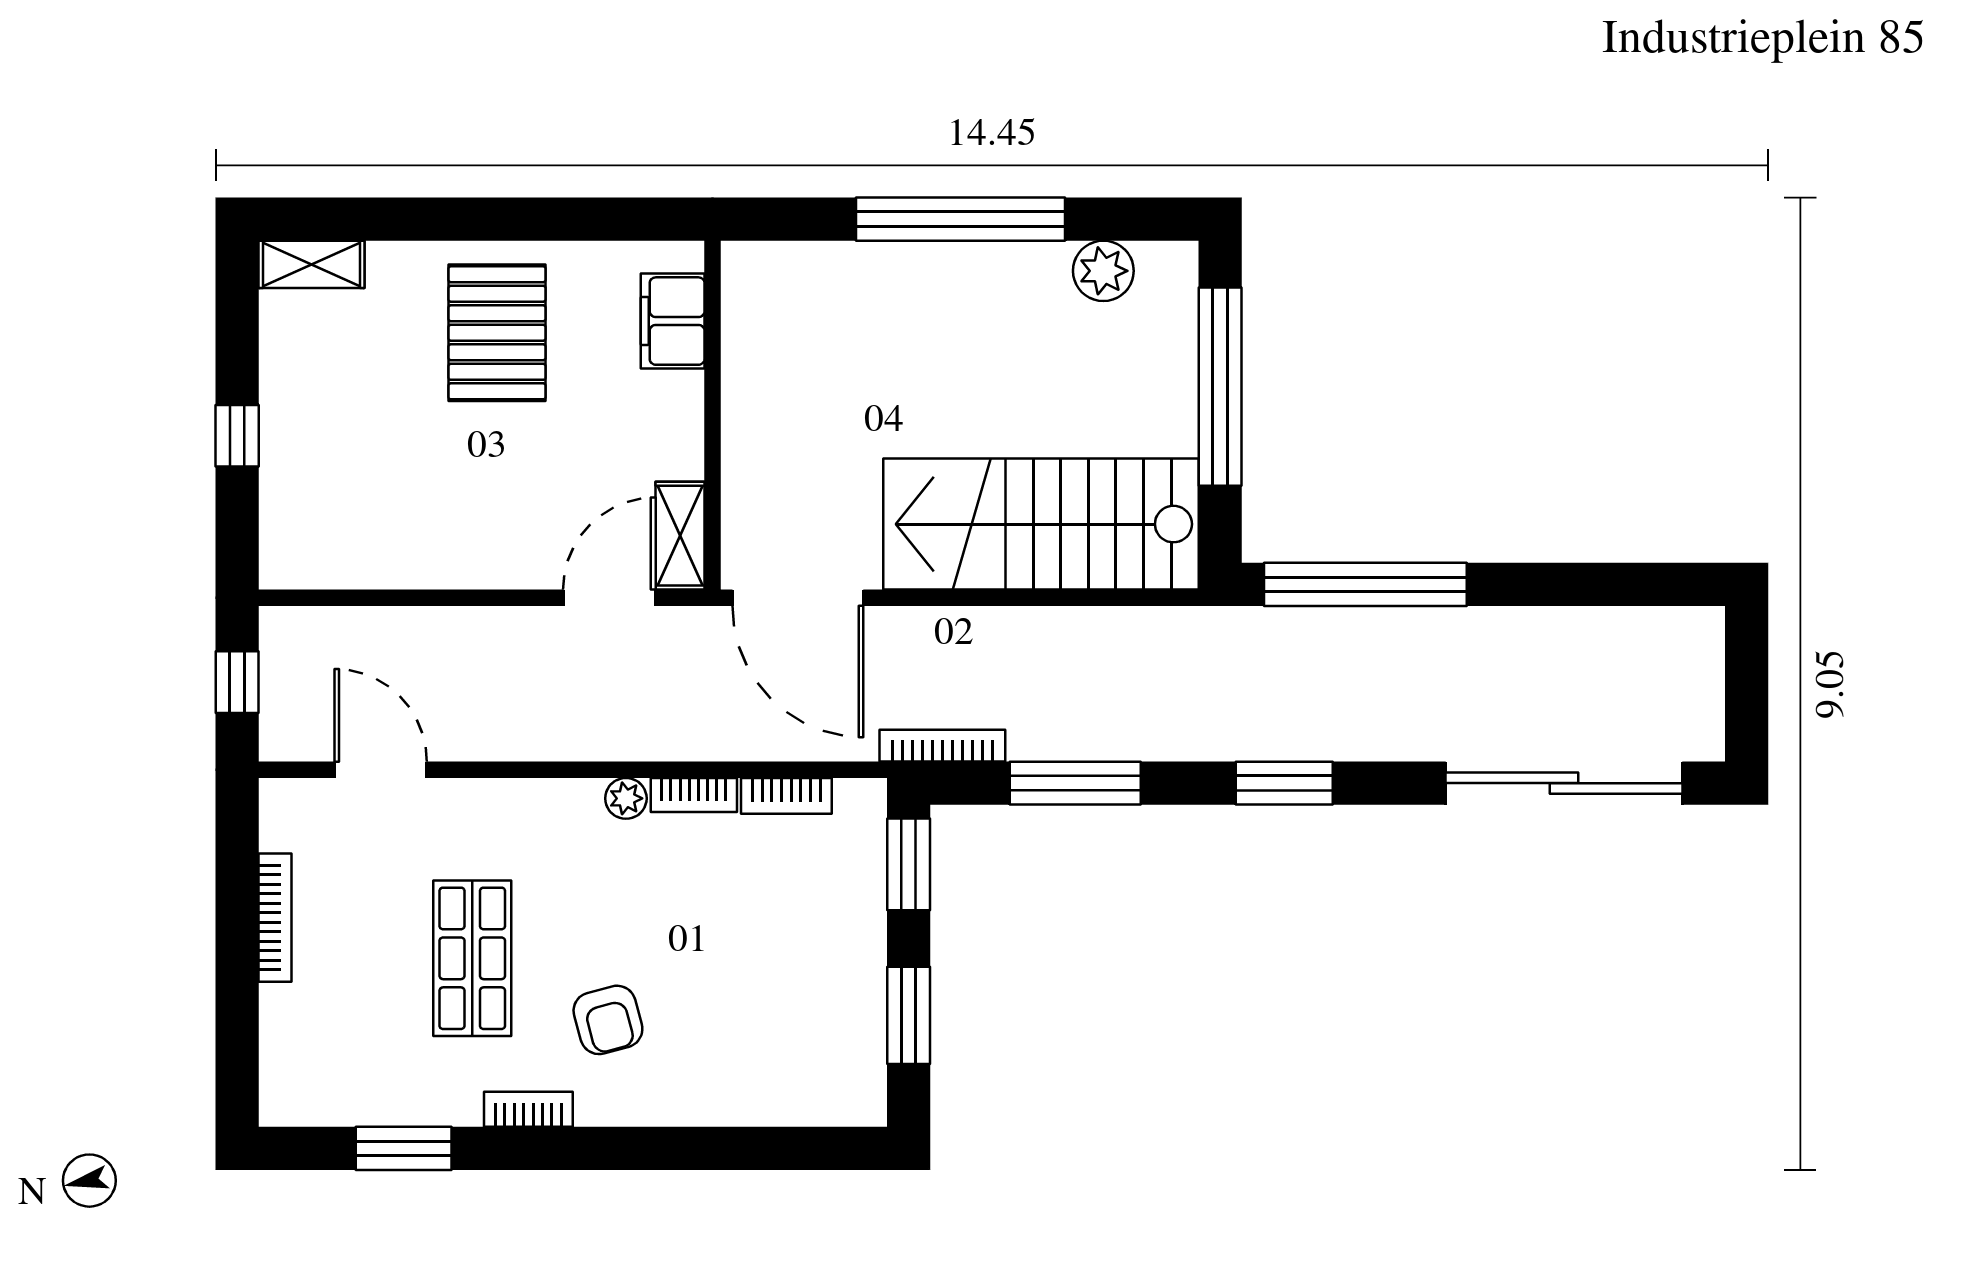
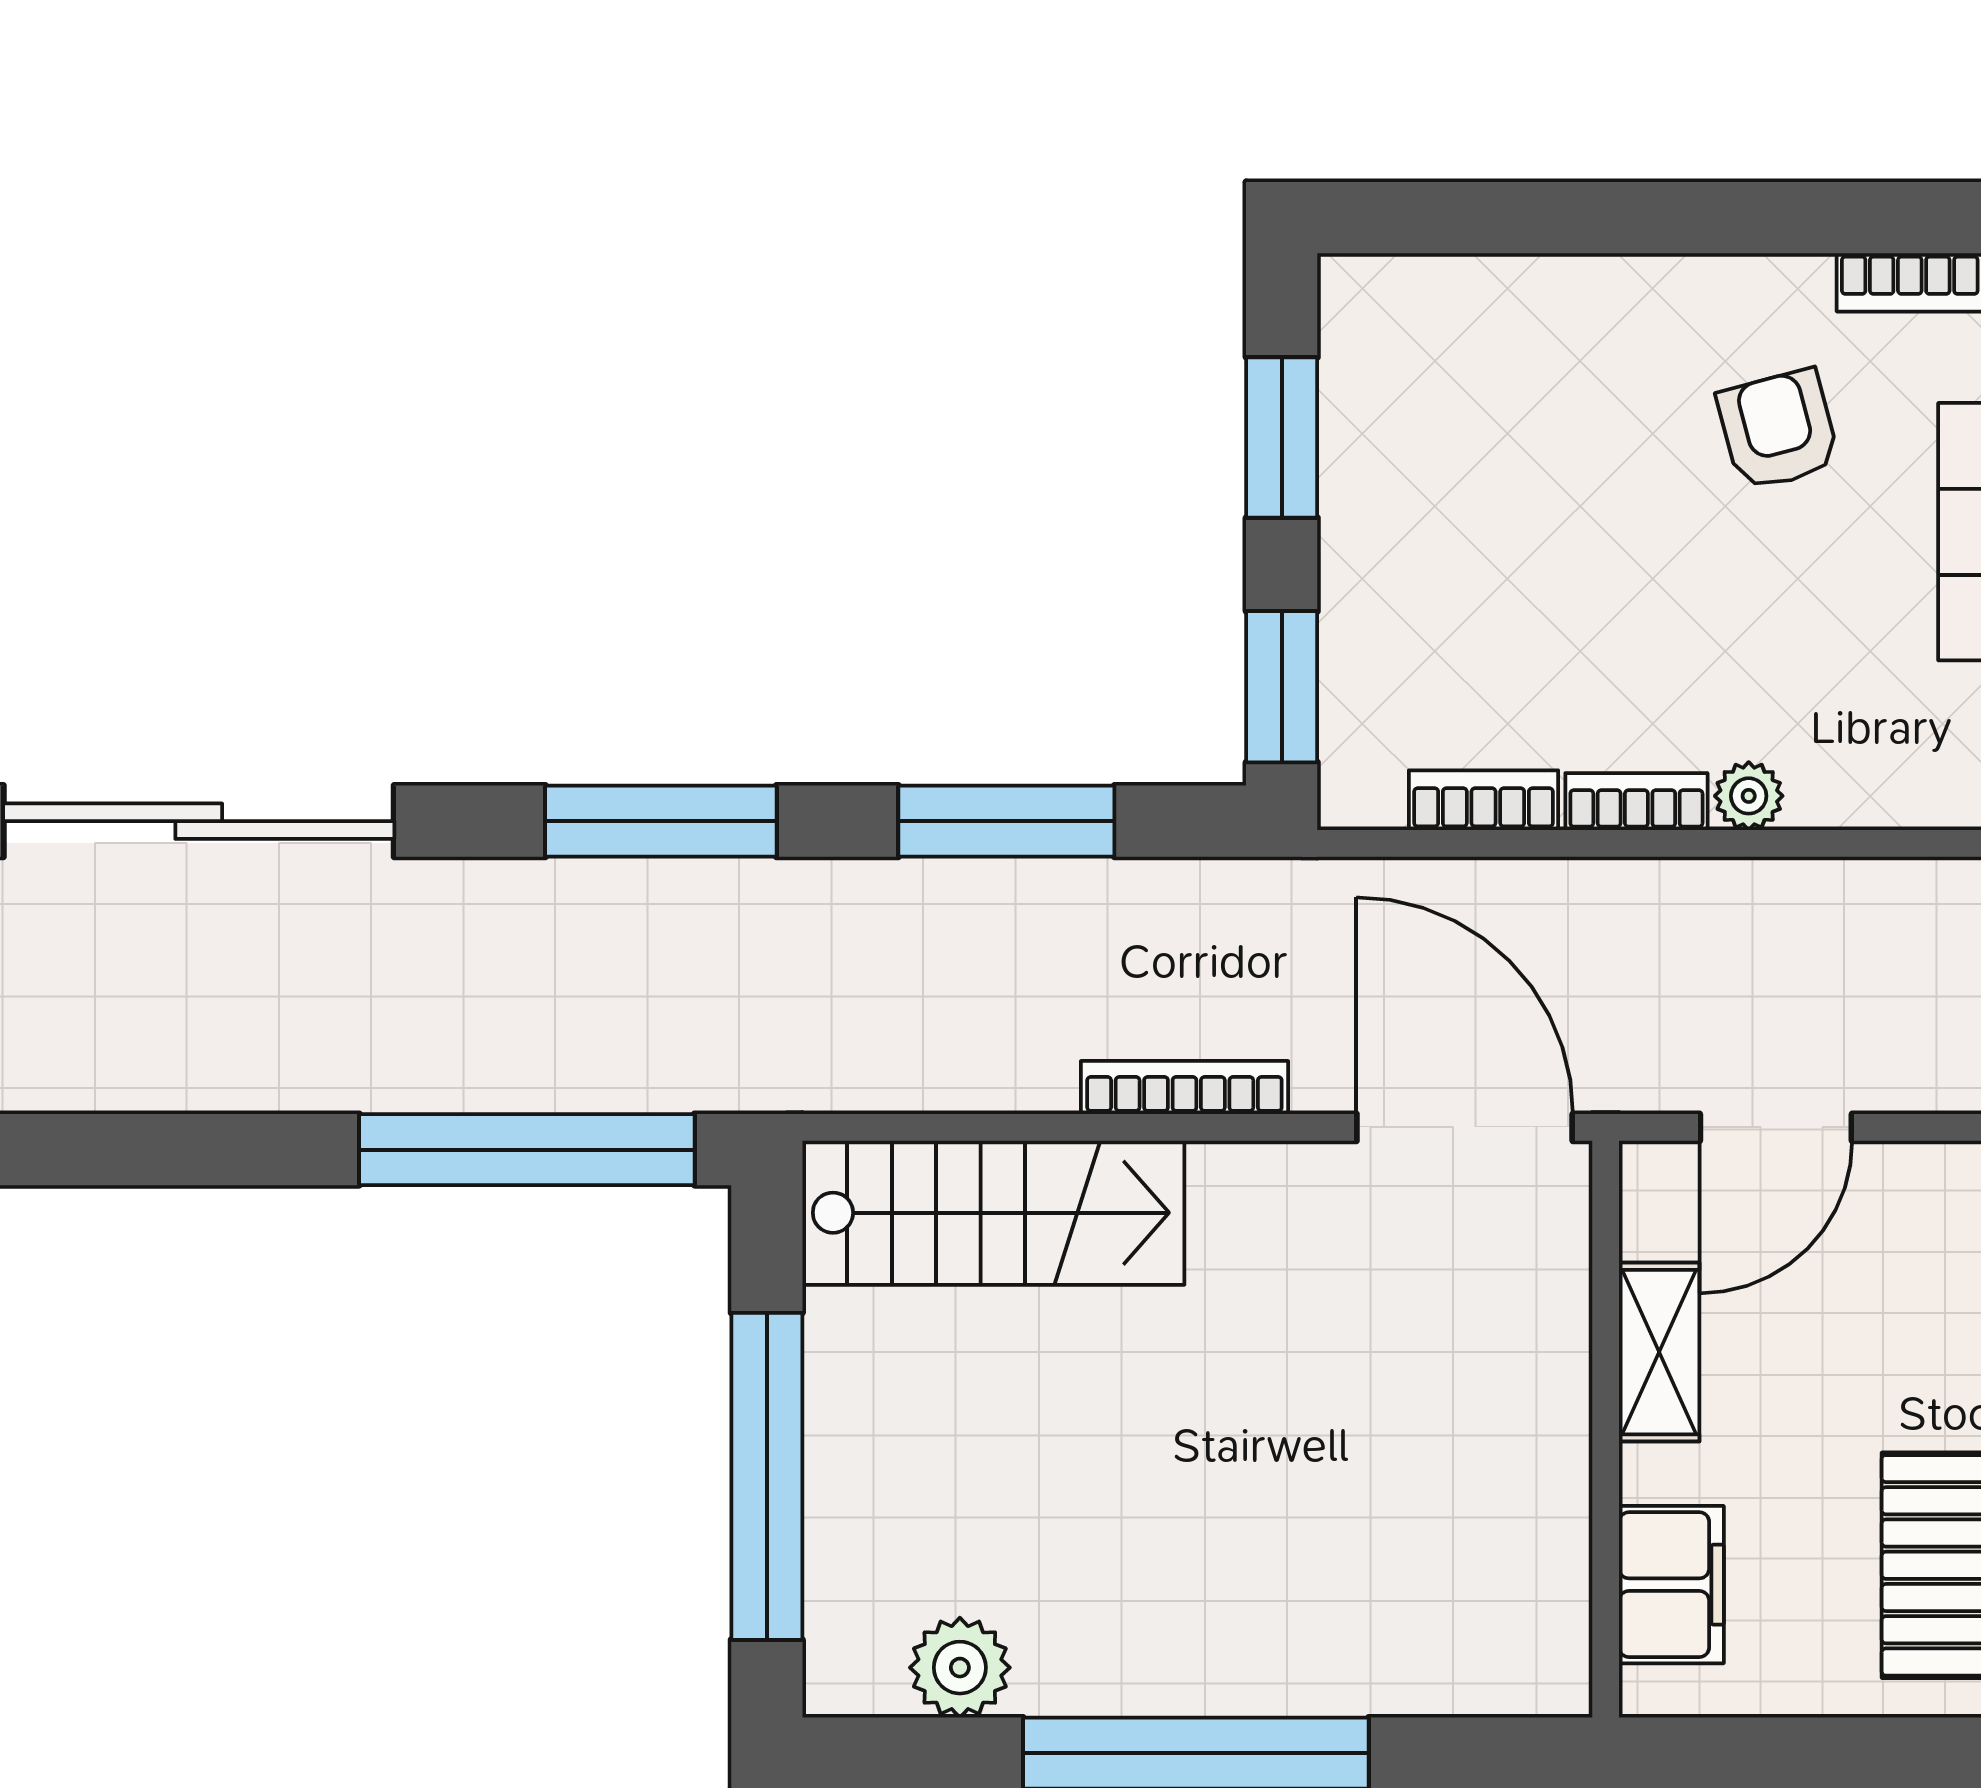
stairs: (1041, 524) -> (993, 1213), width x0.73, depth x0.66
shelving: (680, 536) -> (1659, 1352), moved
bookcase: (942, 746) -> (1184, 1087), moved, turned 180
window: (1284, 783) -> (661, 821), width x1.44

